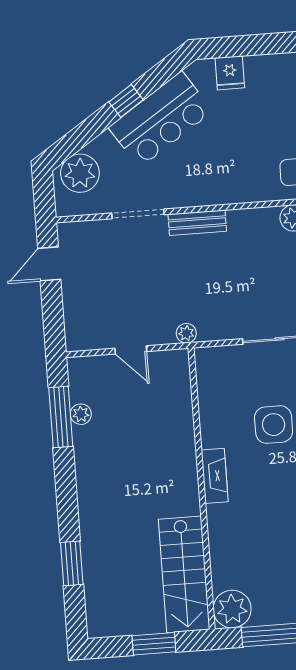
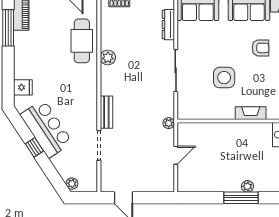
plant: (80, 173) -> (72, 184), width x0.53, depth x0.53
plant: (81, 414) -> (247, 186), moved
window: (61, 417) -> (241, 198), moved

